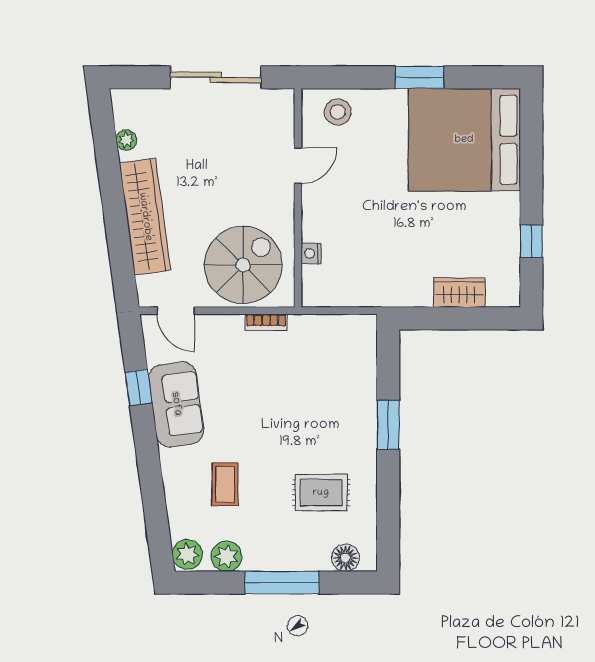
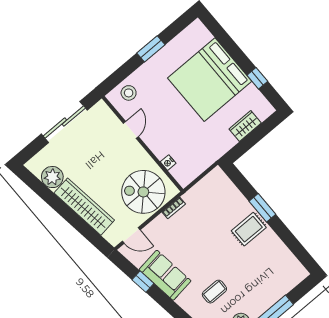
plant: (126, 140) -> (52, 177), width x1.88, depth x1.88
bed: (464, 140) -> (210, 80), moved
spiral stairs: (243, 265) -> (143, 192), turned -90
coffee table: (225, 484) -> (214, 292), turned 90
rug: (321, 493) -> (249, 229), moved
floor lamp: (345, 558) -> (292, 280), removed

